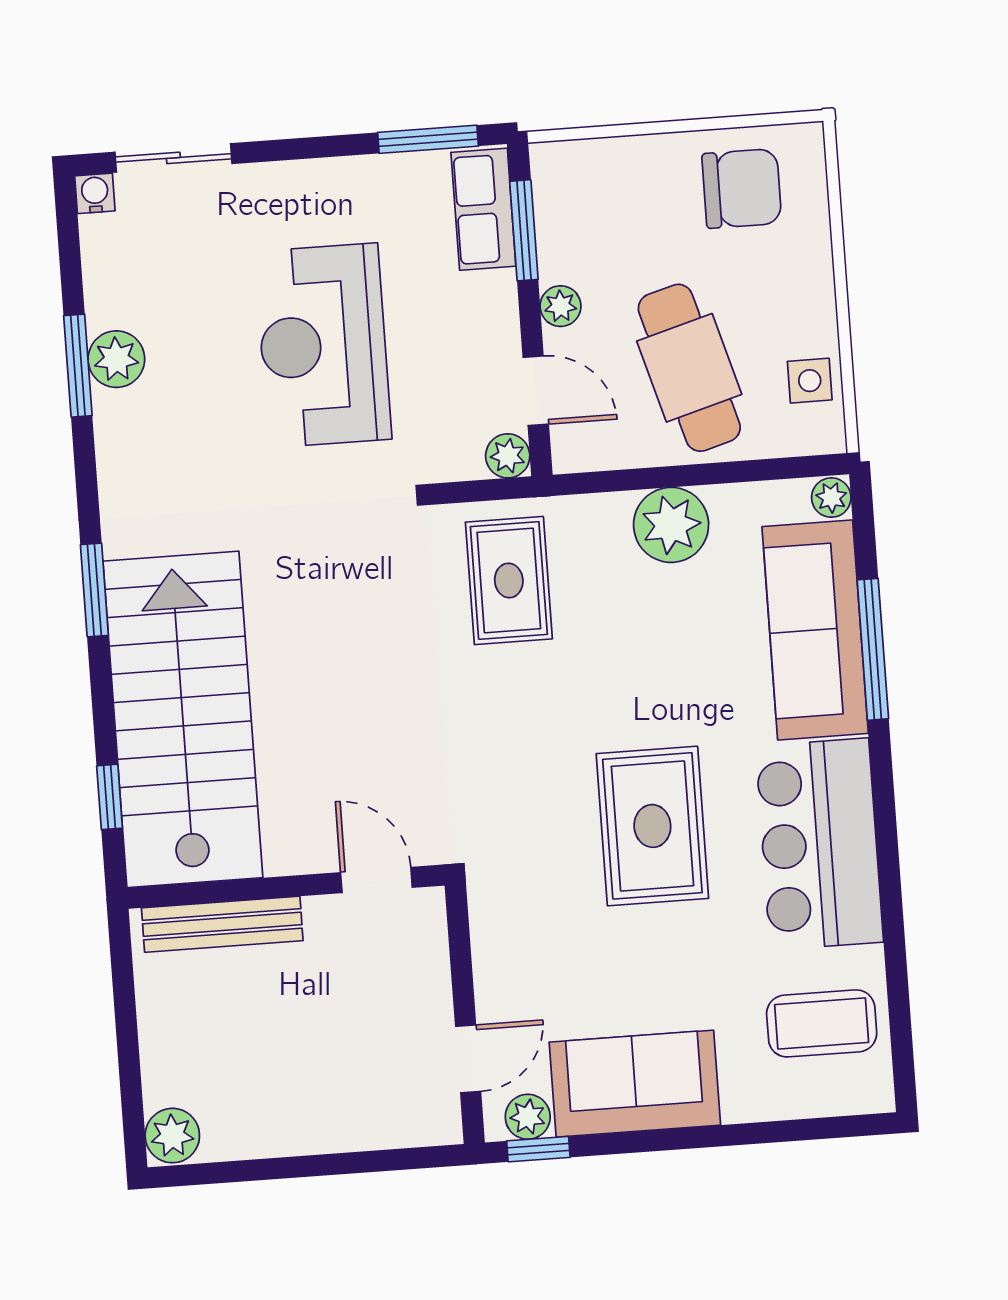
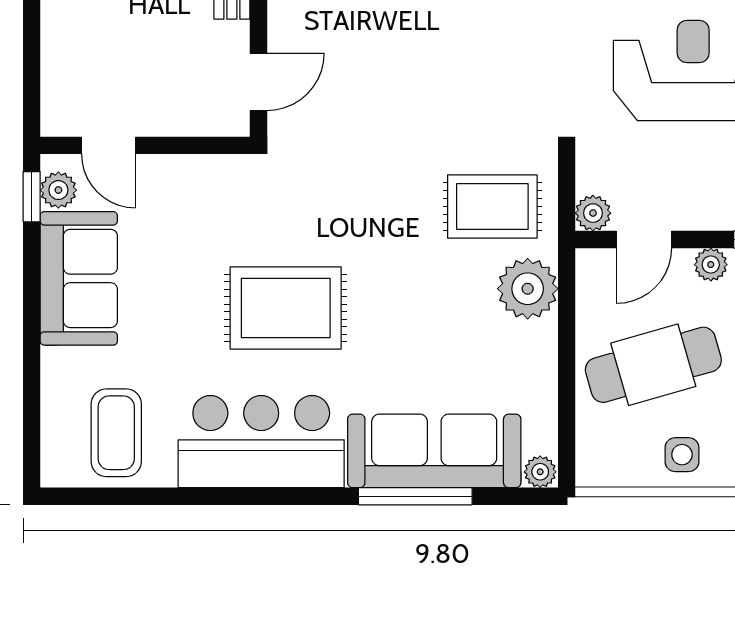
side table: (810, 381) -> (682, 455), moved
plant: (671, 525) -> (528, 289), moved

